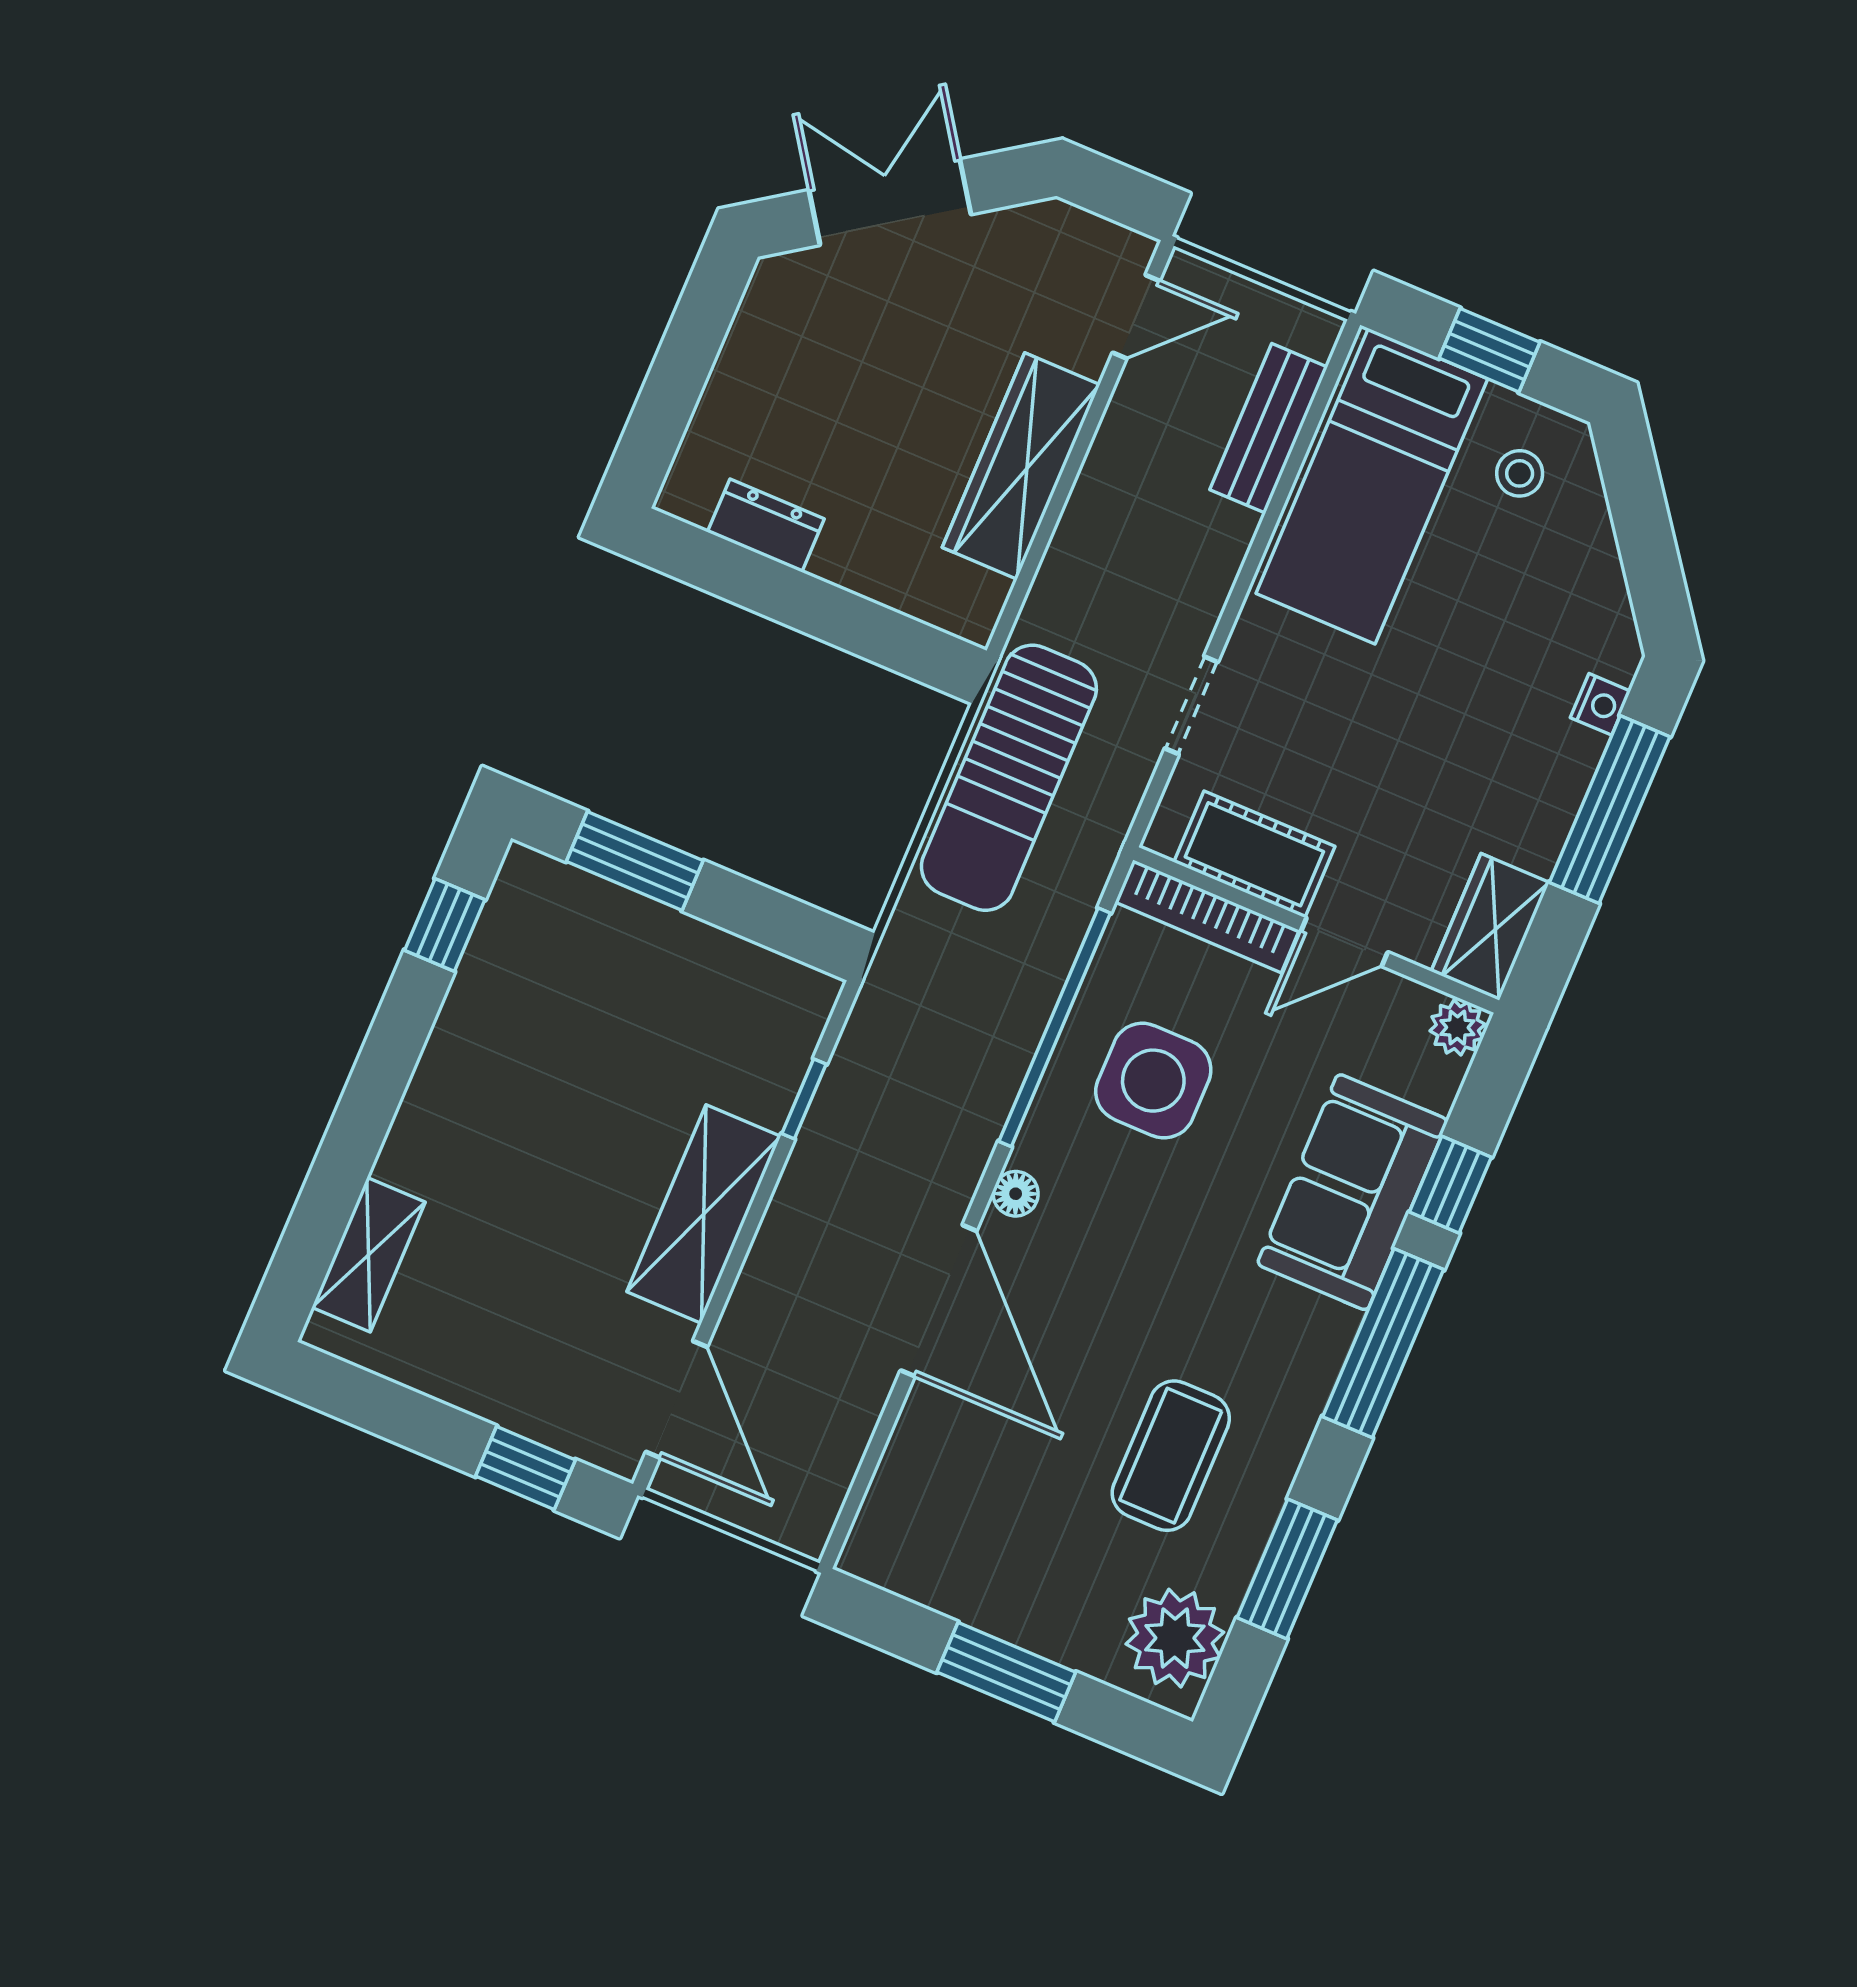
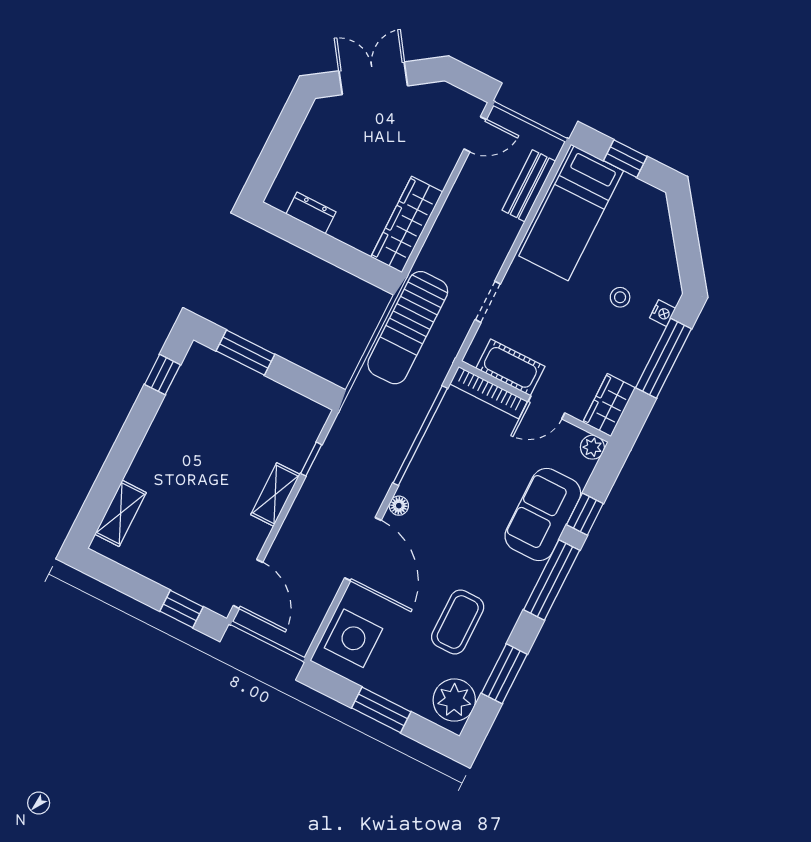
wardrobe: (1021, 466) -> (407, 224), moved
stool: (1520, 473) -> (620, 297), moved
side table: (1153, 1081) -> (353, 638), moved
shelving: (704, 1214) -> (275, 494), width x0.67, depth x0.75

